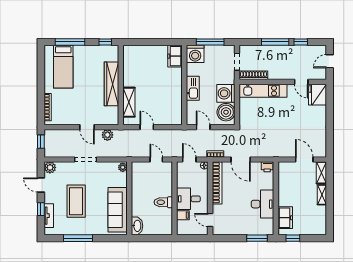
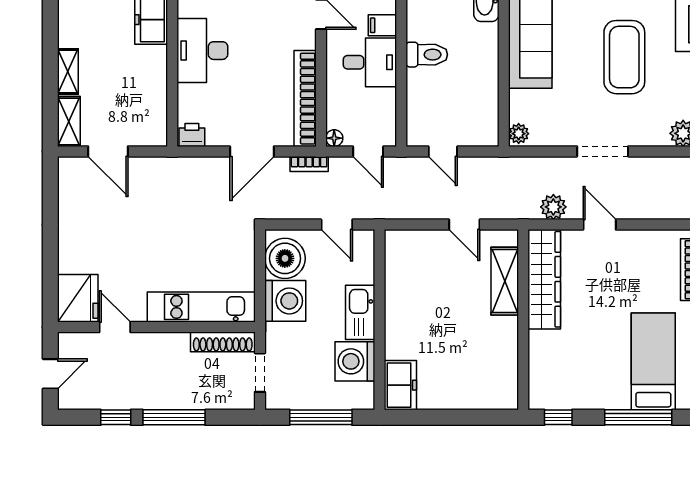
washing machine: (195, 54) -> (355, 361), moved, turned -90
wardrobe: (111, 84) -> (544, 279), moved
door: (241, 159) -> (252, 151), swing flipped

